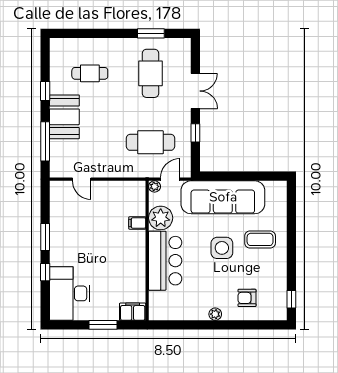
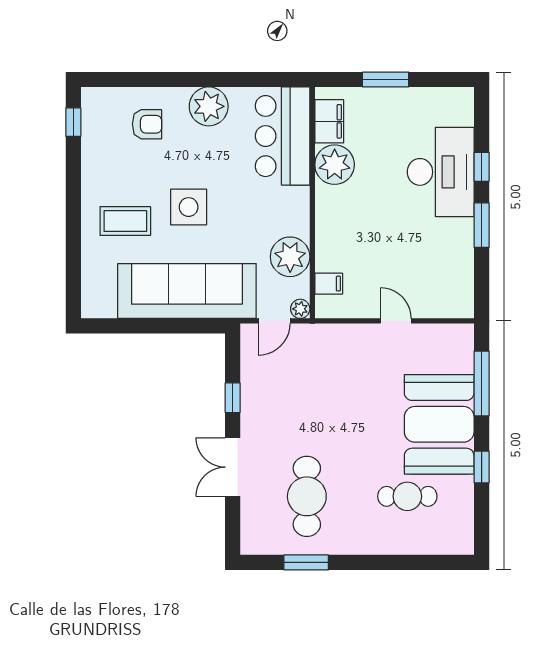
booth: (64, 117) -> (439, 424), width x1.36, depth x1.42
cafe table: (150, 142) -> (307, 382), removed
door: (82, 179) -> (396, 321), moved
filing cabinet: (137, 223) -> (329, 284), moved
bar counter: (165, 261) -> (283, 136), moved
plant: (134, 273) -> (335, 165), added
desk: (70, 293) -> (441, 172), moved
filing cabinet: (133, 312) -> (329, 121), moved, turned -90
plant: (215, 314) -> (209, 106), width x1.87, depth x1.87

